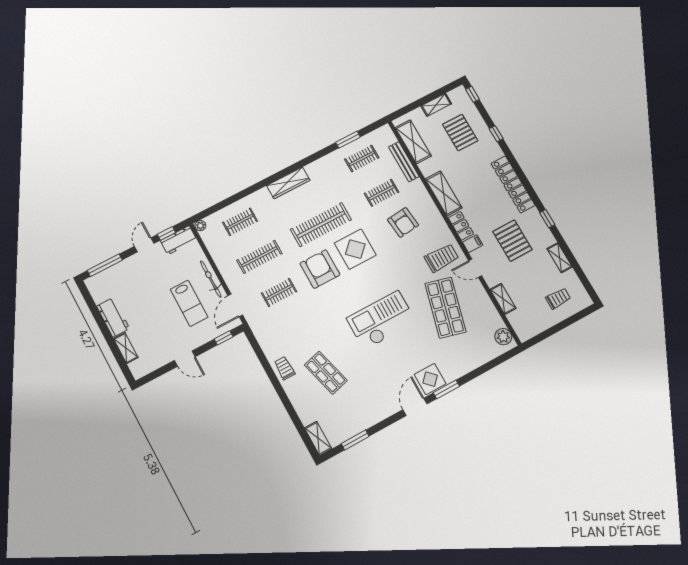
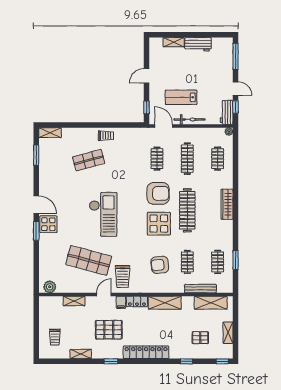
pallet: (460, 132) -> (200, 338), width x0.67, depth x0.71

